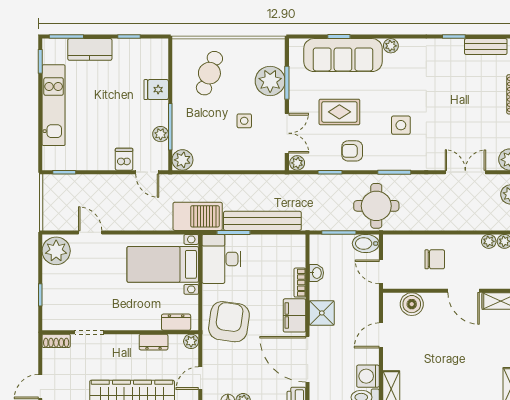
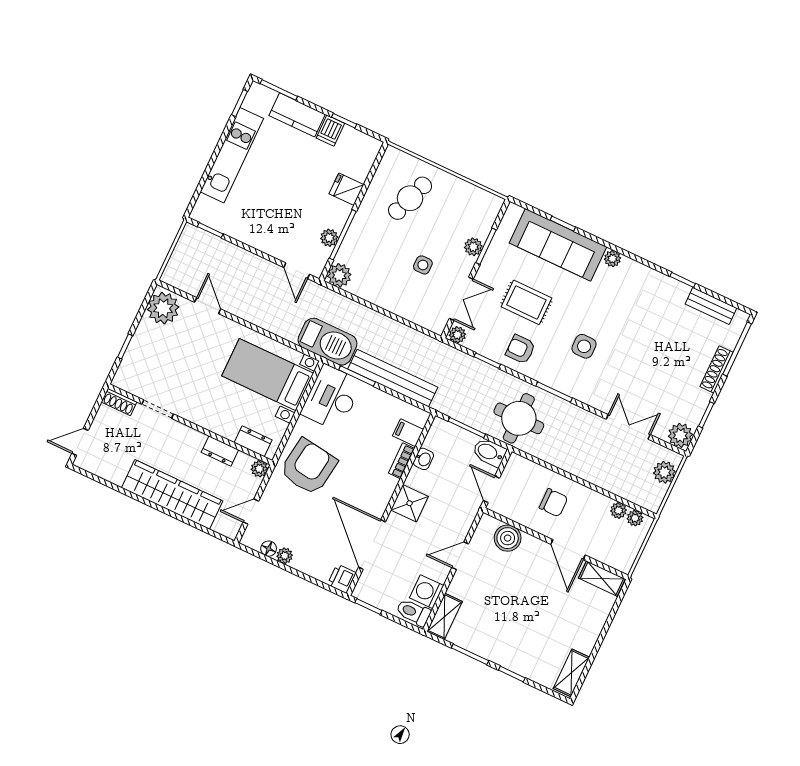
plant: (270, 81) -> (473, 247), width x0.53, depth x0.53
dishwasher: (124, 159) -> (330, 131), moved, turned 180
filing cabinet: (295, 315) -> (408, 433), moved, width x0.50

